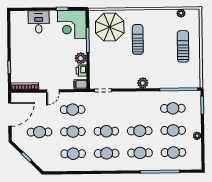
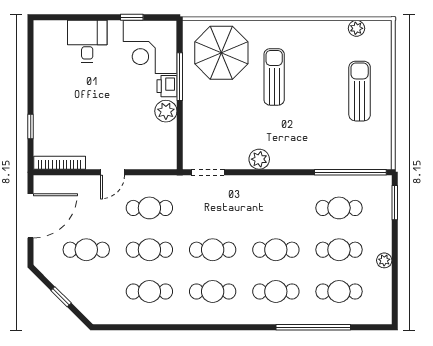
printer: (81, 71) -> (167, 86), moved
plant: (143, 83) -> (259, 159), moved
filing cabinet: (80, 84) -> (165, 160), removed

